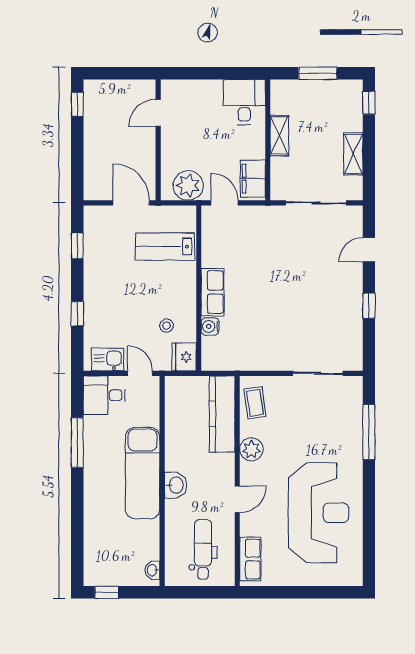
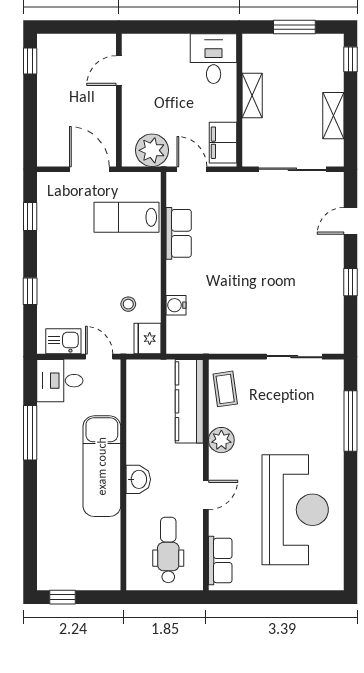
row of seats: (213, 292) -> (179, 233), moved
washbasin: (152, 570) -> (113, 573), removed

